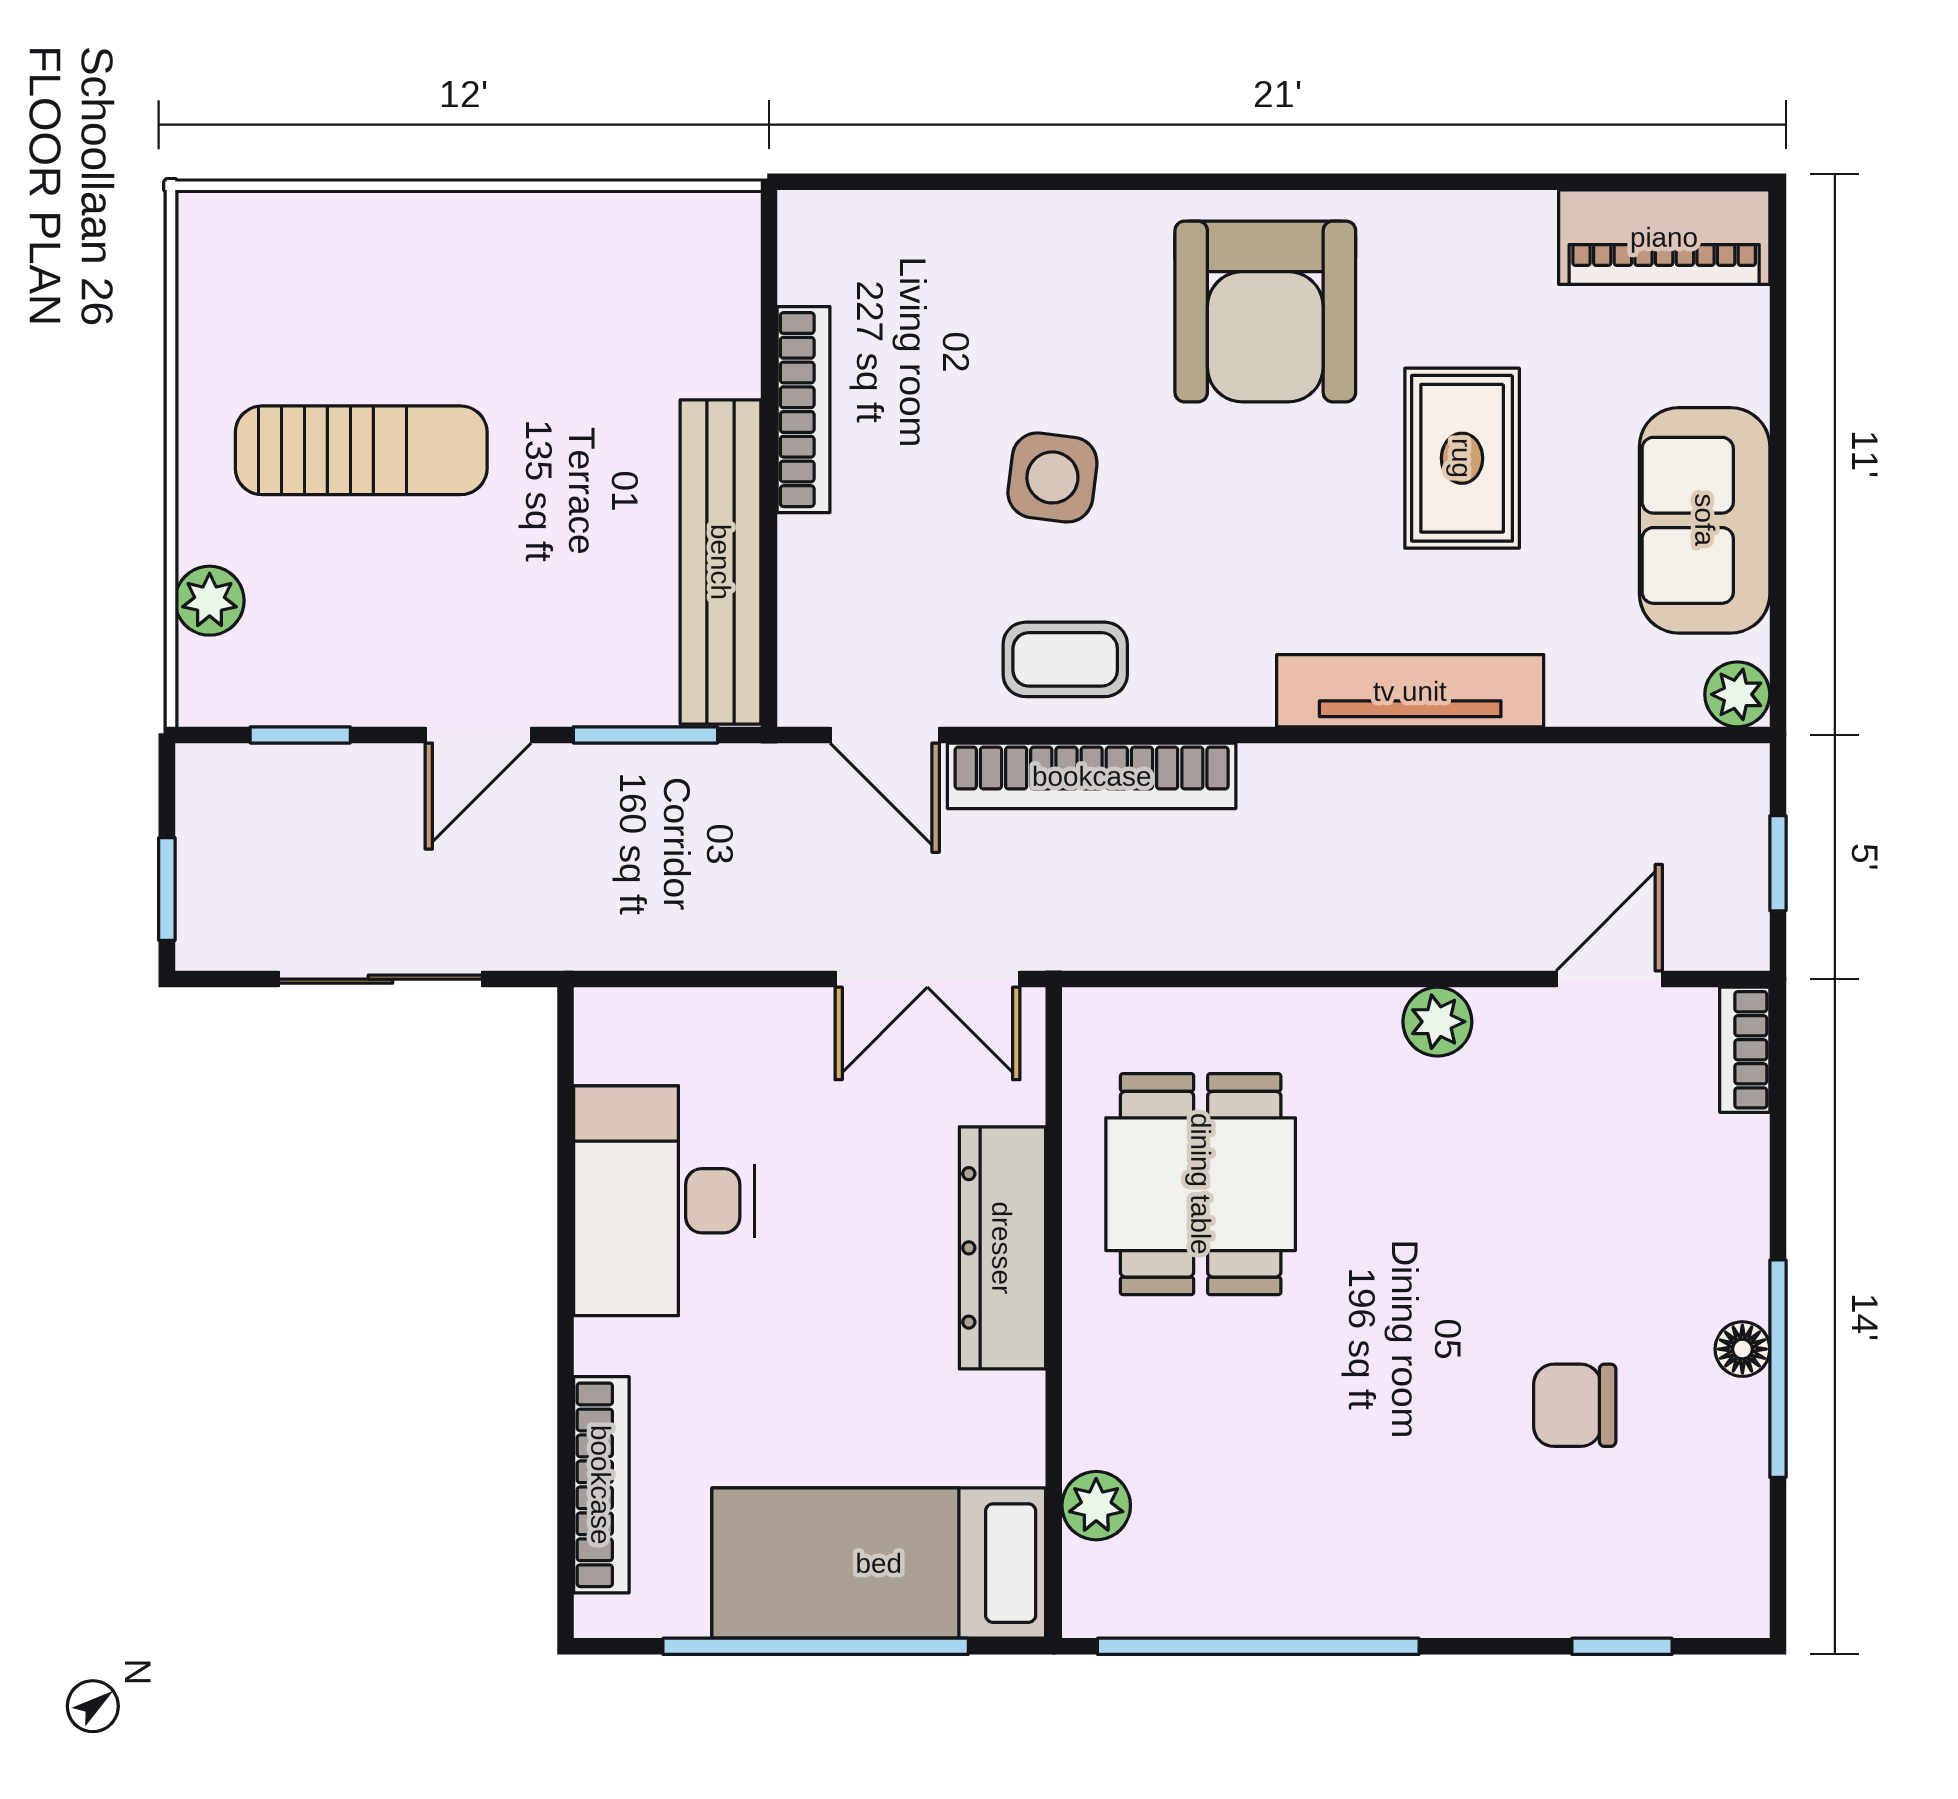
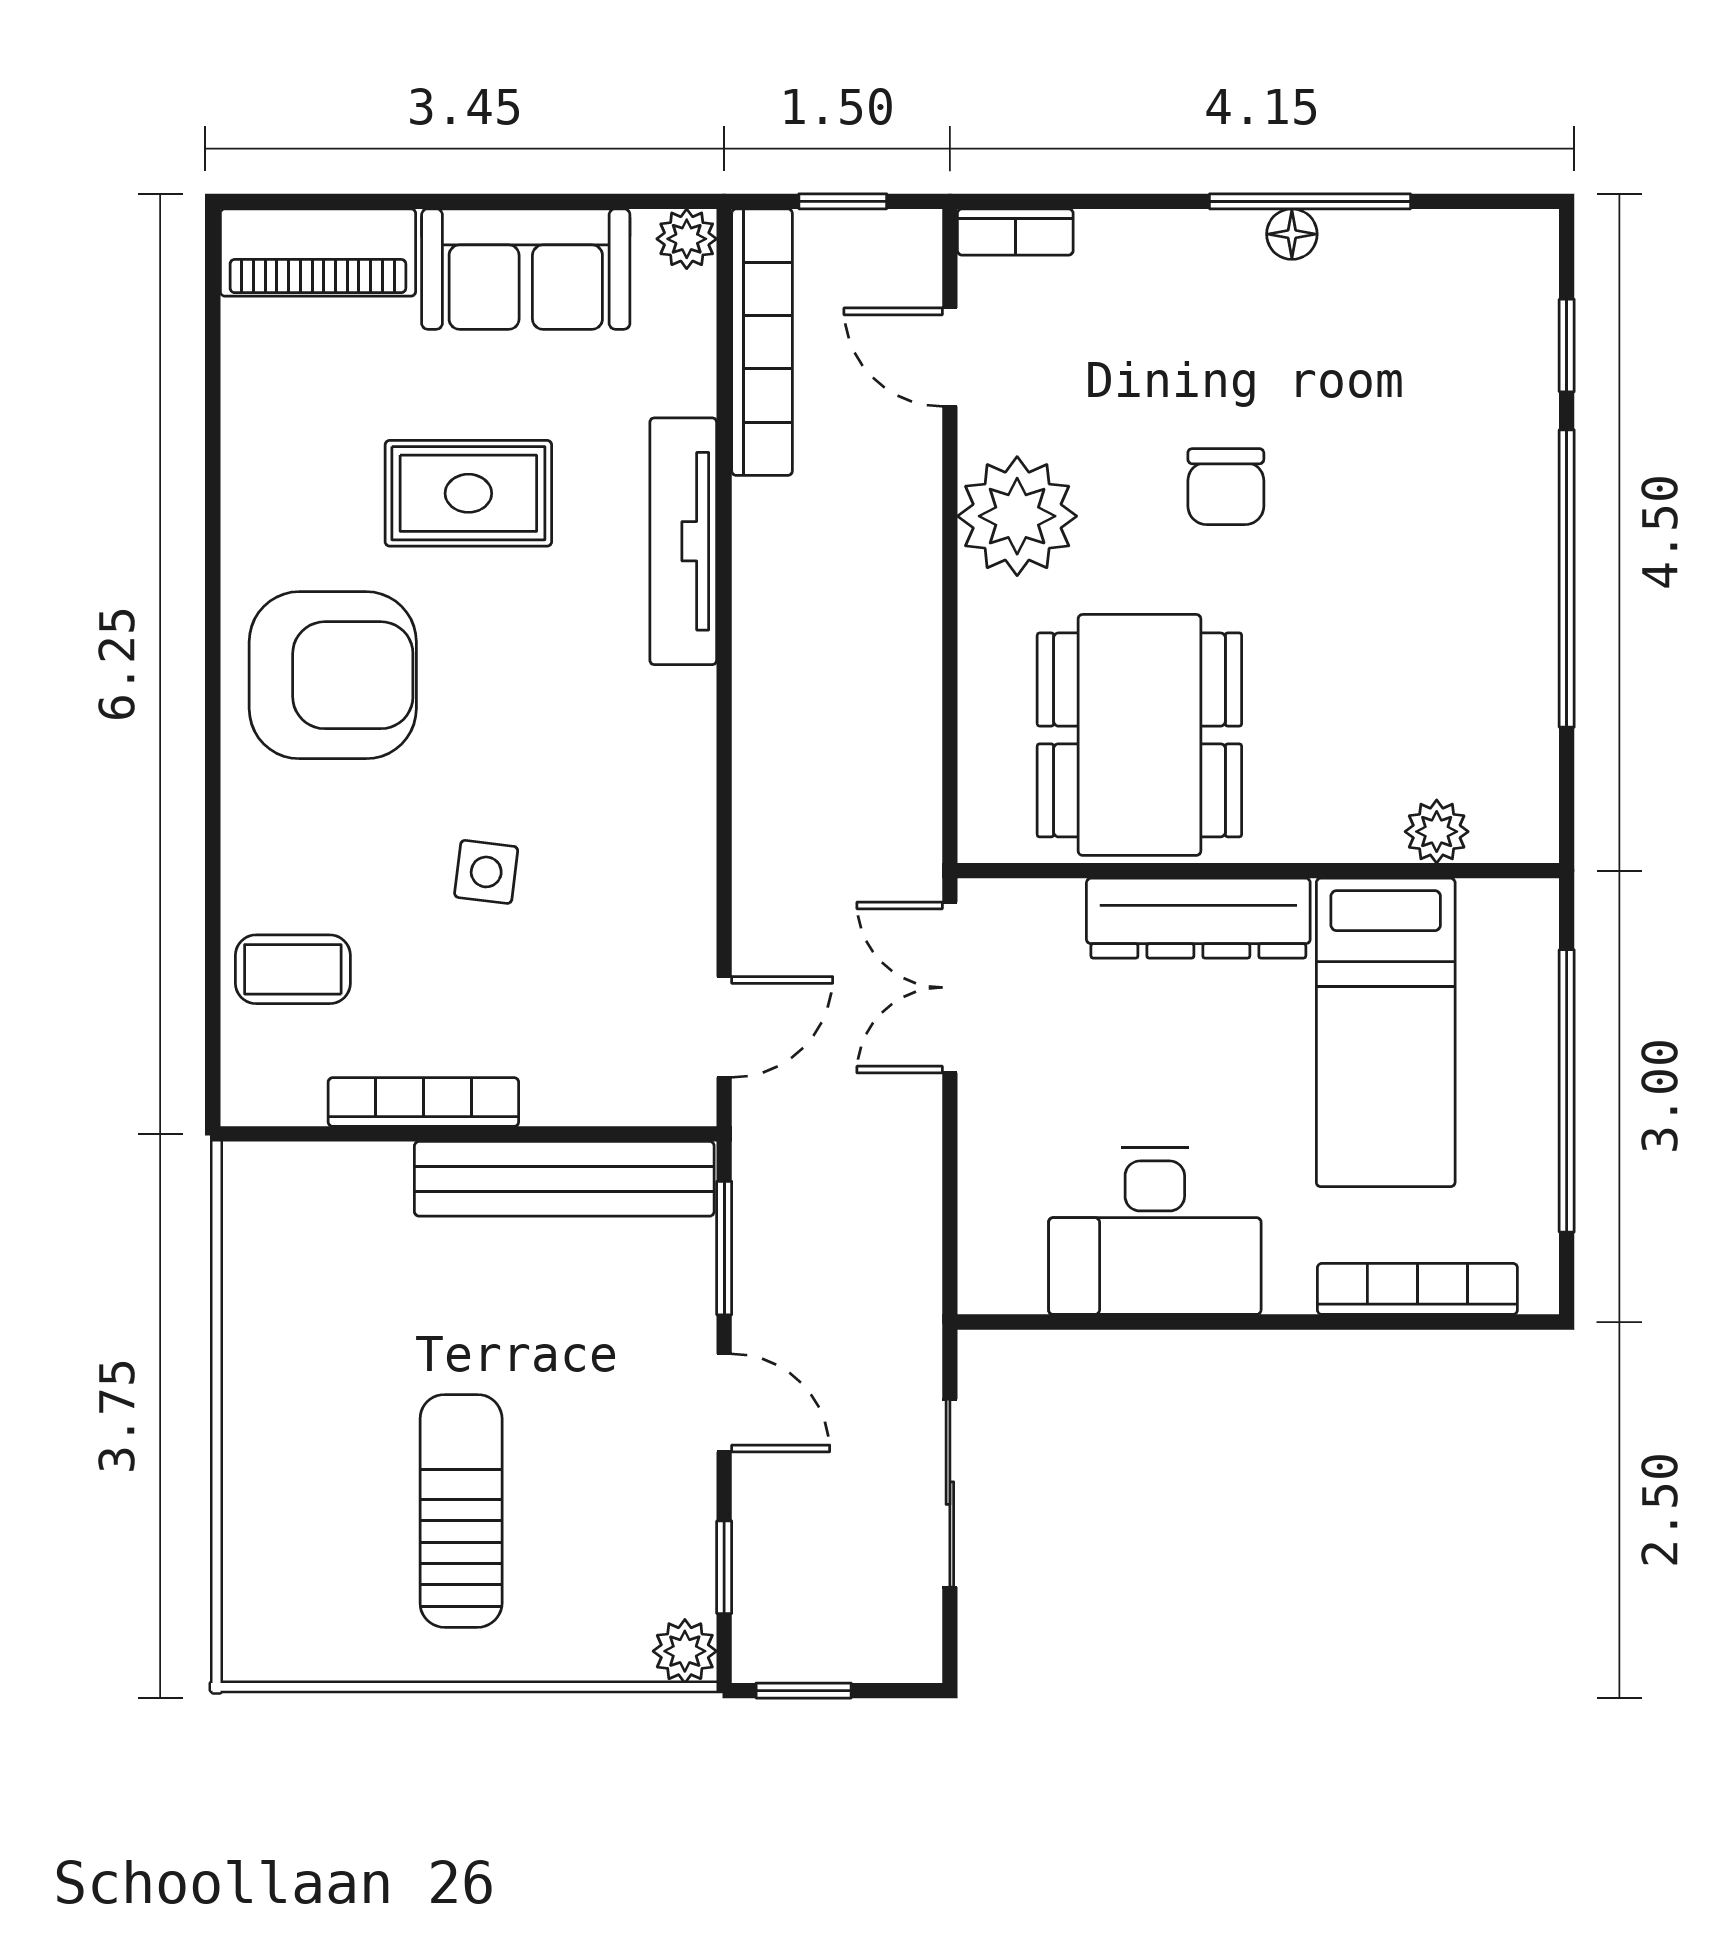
piano: (1664, 237) -> (318, 252), moved, turned 90
side table: (1052, 477) -> (486, 872), width x0.73, depth x0.73
plant: (210, 601) -> (685, 1651), moved
coffee table: (1065, 659) -> (293, 969), moved, turned 90
bookcase: (1092, 776) -> (762, 342), moved
window: (167, 889) -> (804, 1691), moved
double door: (927, 979) -> (950, 987), swing flipped
plant: (1437, 1022) -> (1017, 516), width x1.88, depth x1.88
dining table: (1201, 1184) -> (1139, 735), width x1.38
chair: (1575, 1405) -> (1226, 487), moved
bed: (879, 1563) -> (1386, 1032), moved
window: (1258, 1646) -> (1567, 578), moved

